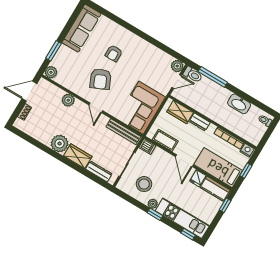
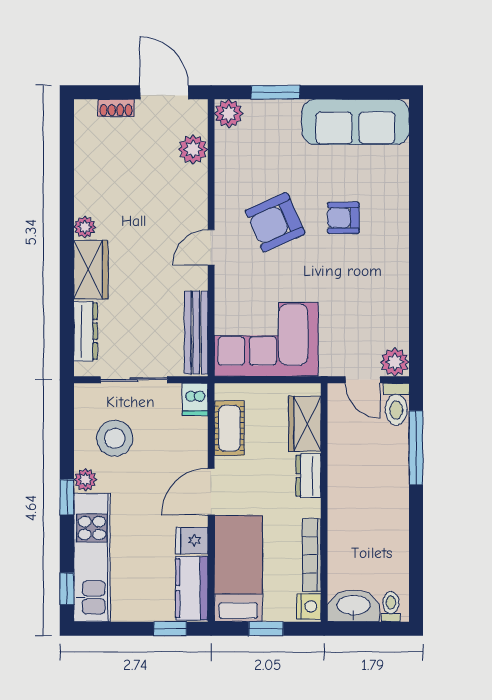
plant: (68, 100) -> (193, 149), moved
washbasin: (239, 104) -> (353, 606), moved, turned 90
plant: (60, 144) -> (85, 227), width x0.53, depth x0.53

